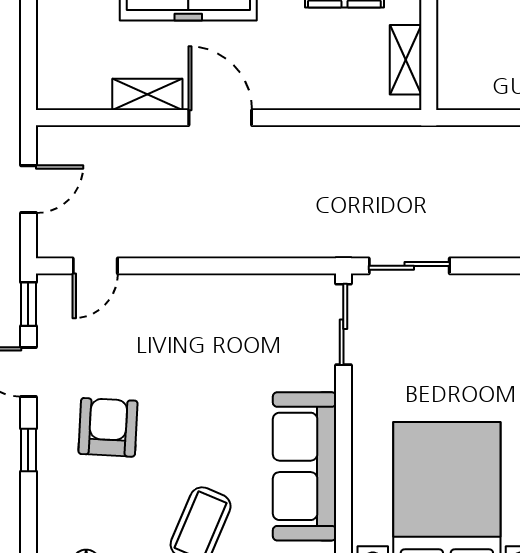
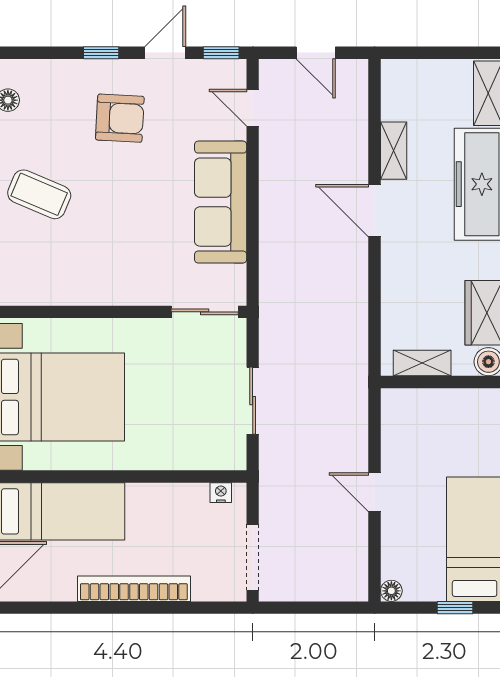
door: (220, 118) -> (375, 211), swing flipped
sliding door: (409, 266) -> (253, 401), moved
sofa: (305, 466) -> (221, 202), moved, turned -90

